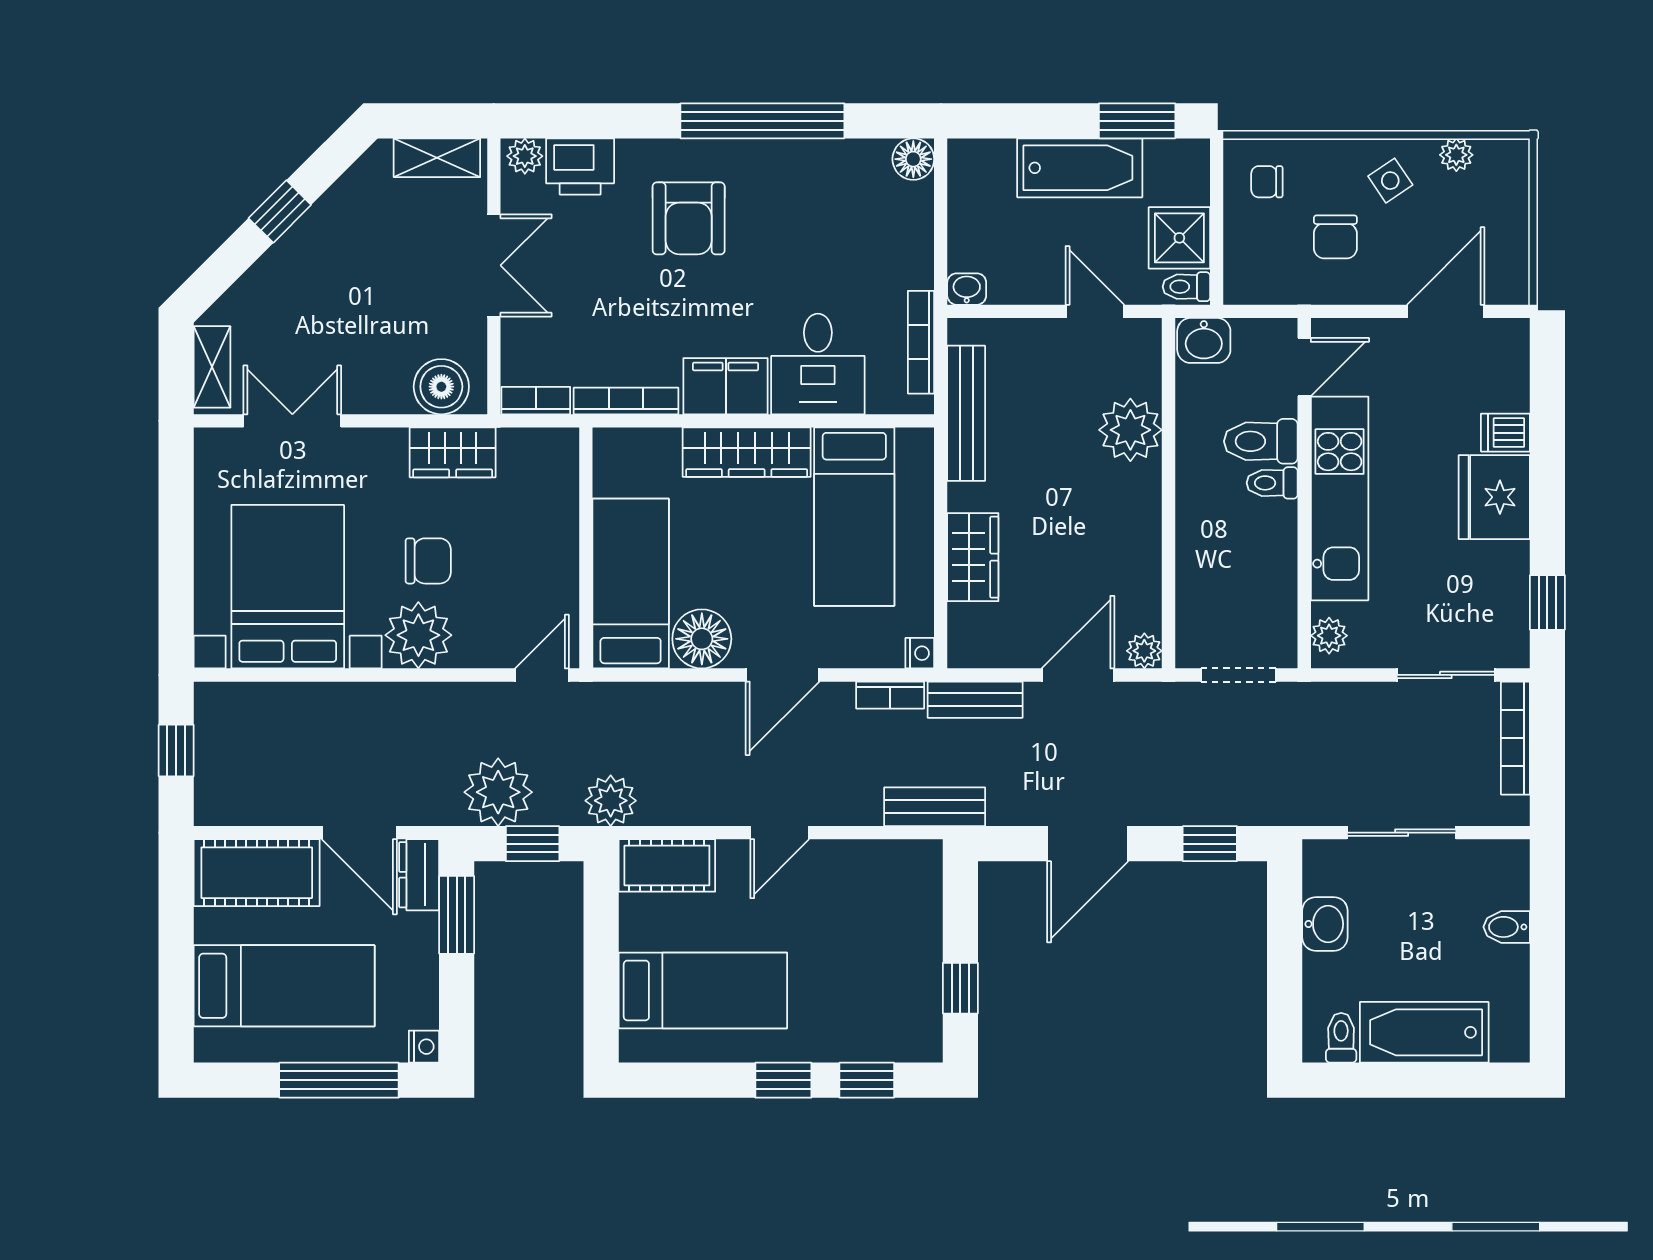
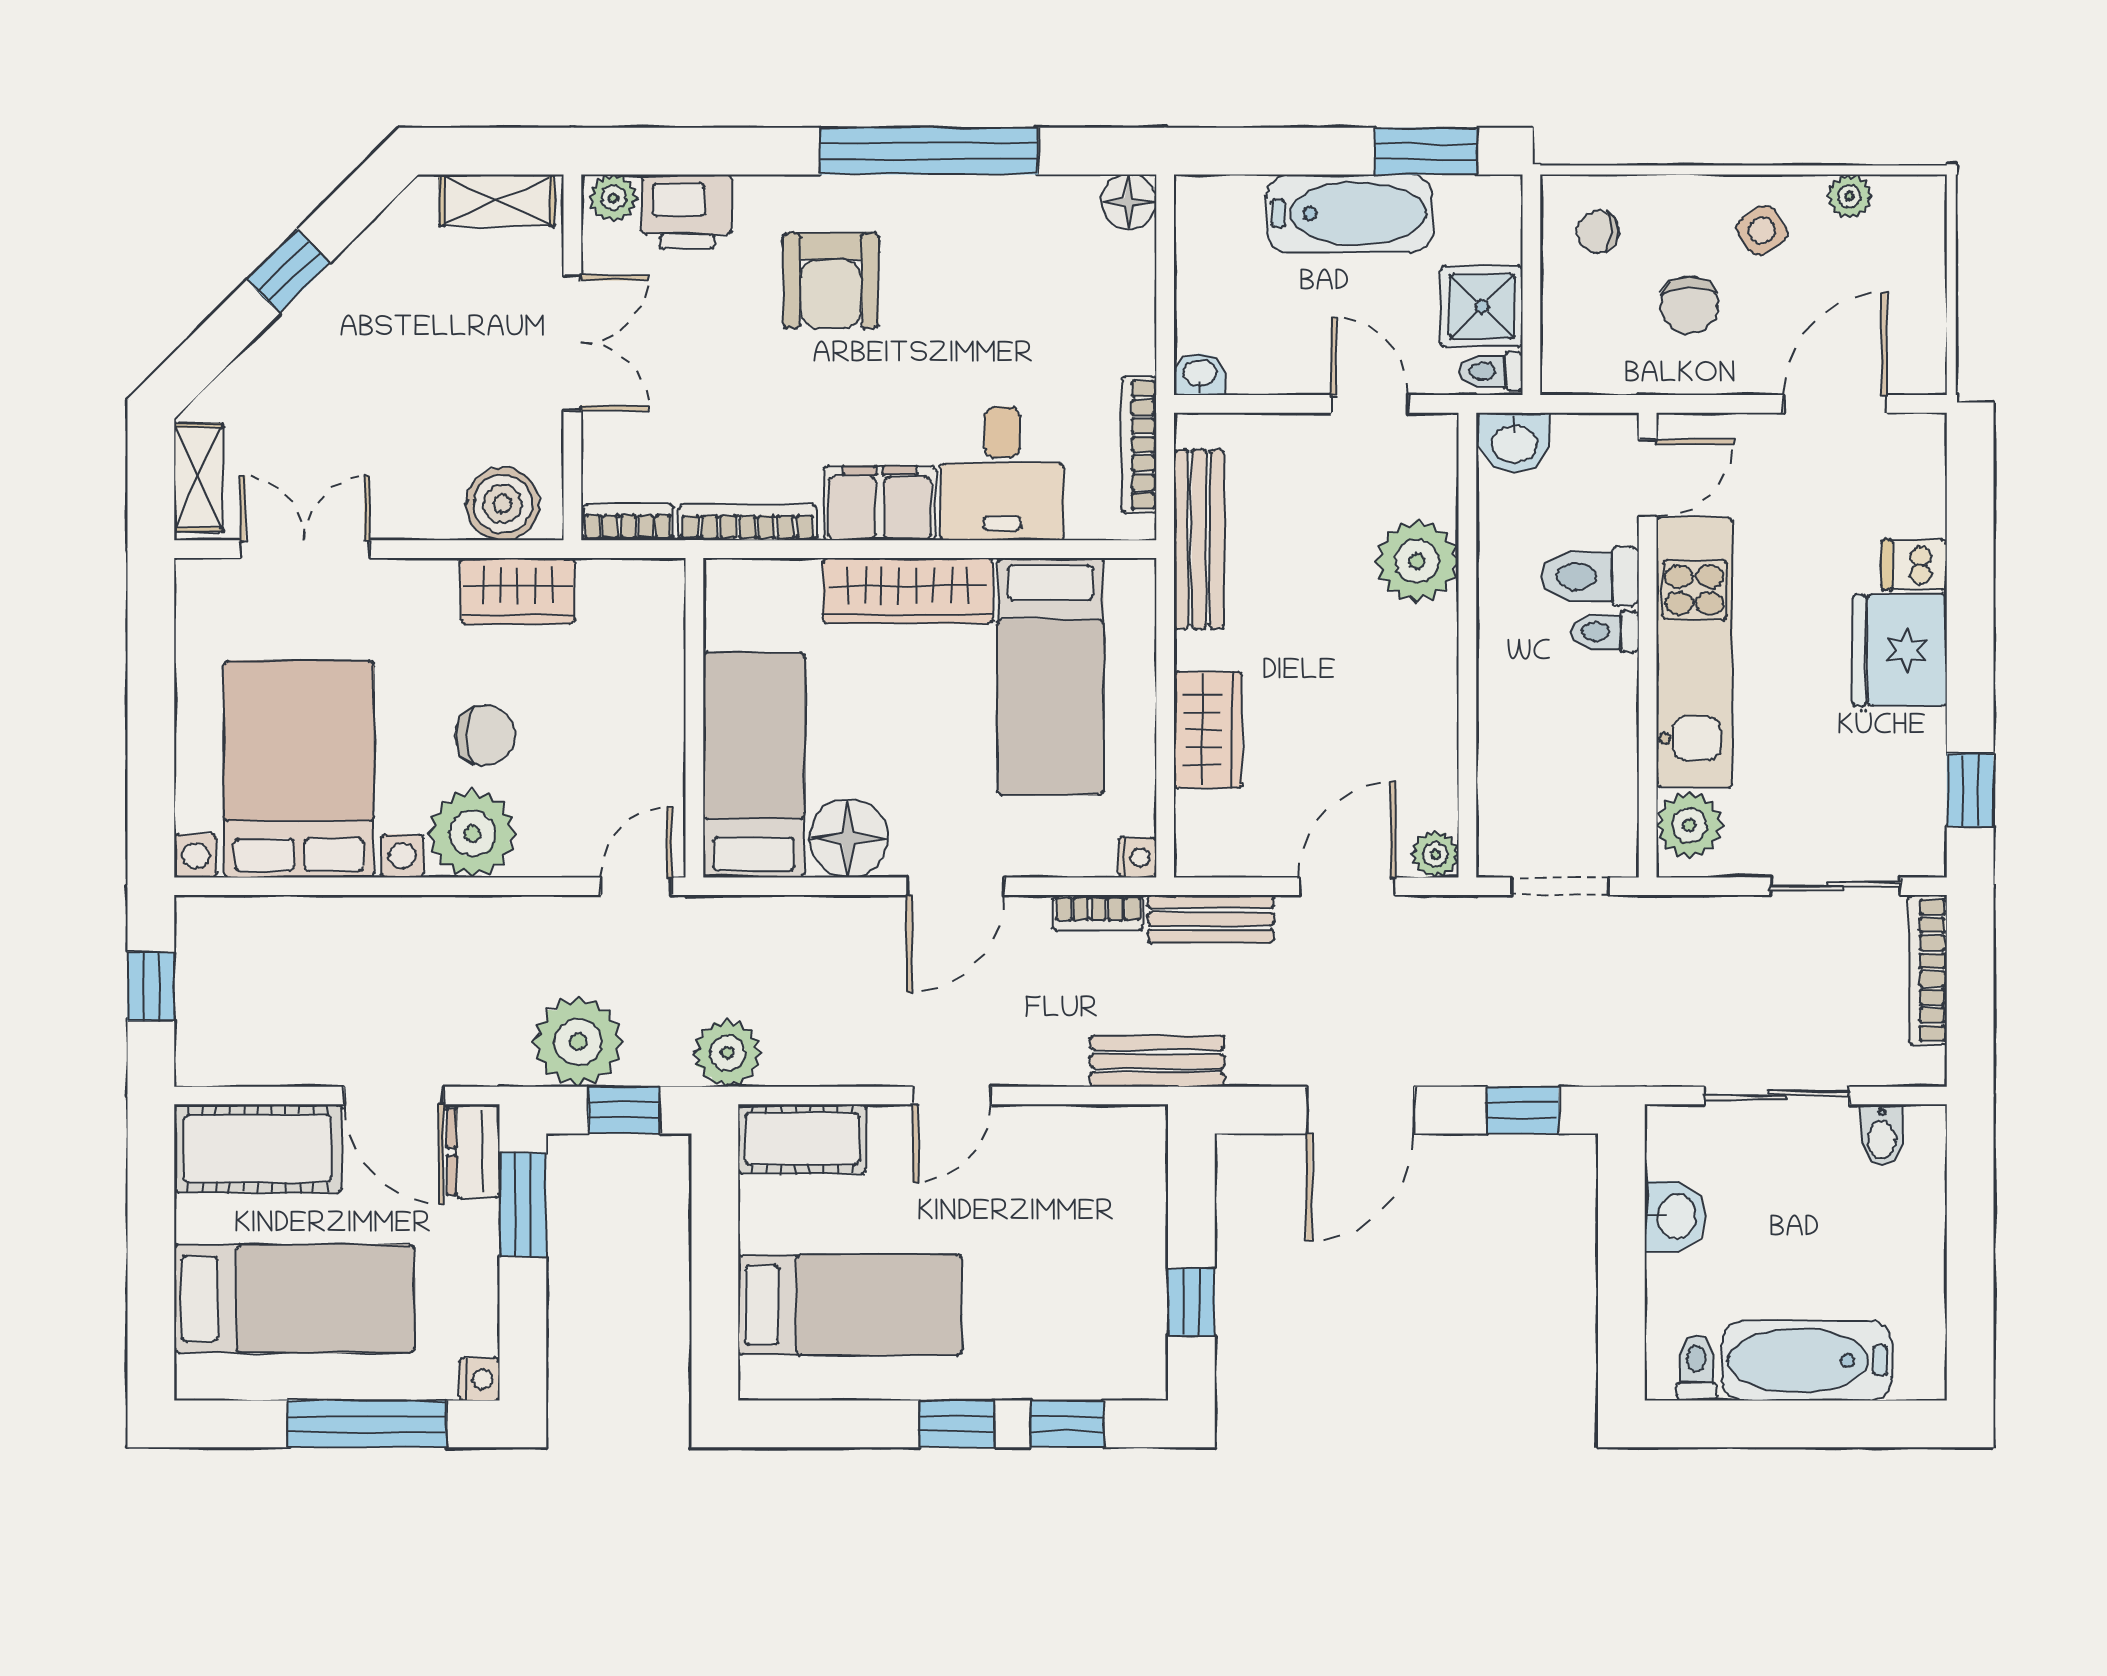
plant: (1329, 636) -> (1689, 825), width x1.38, depth x1.38
bidet: (1507, 927) -> (1882, 1135), moved, turned -90

